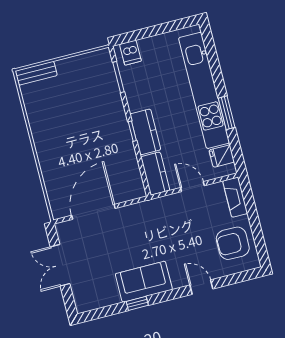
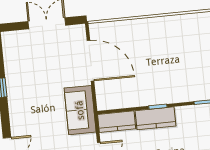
sofa: (144, 282) -> (80, 110), moved, turned 180

